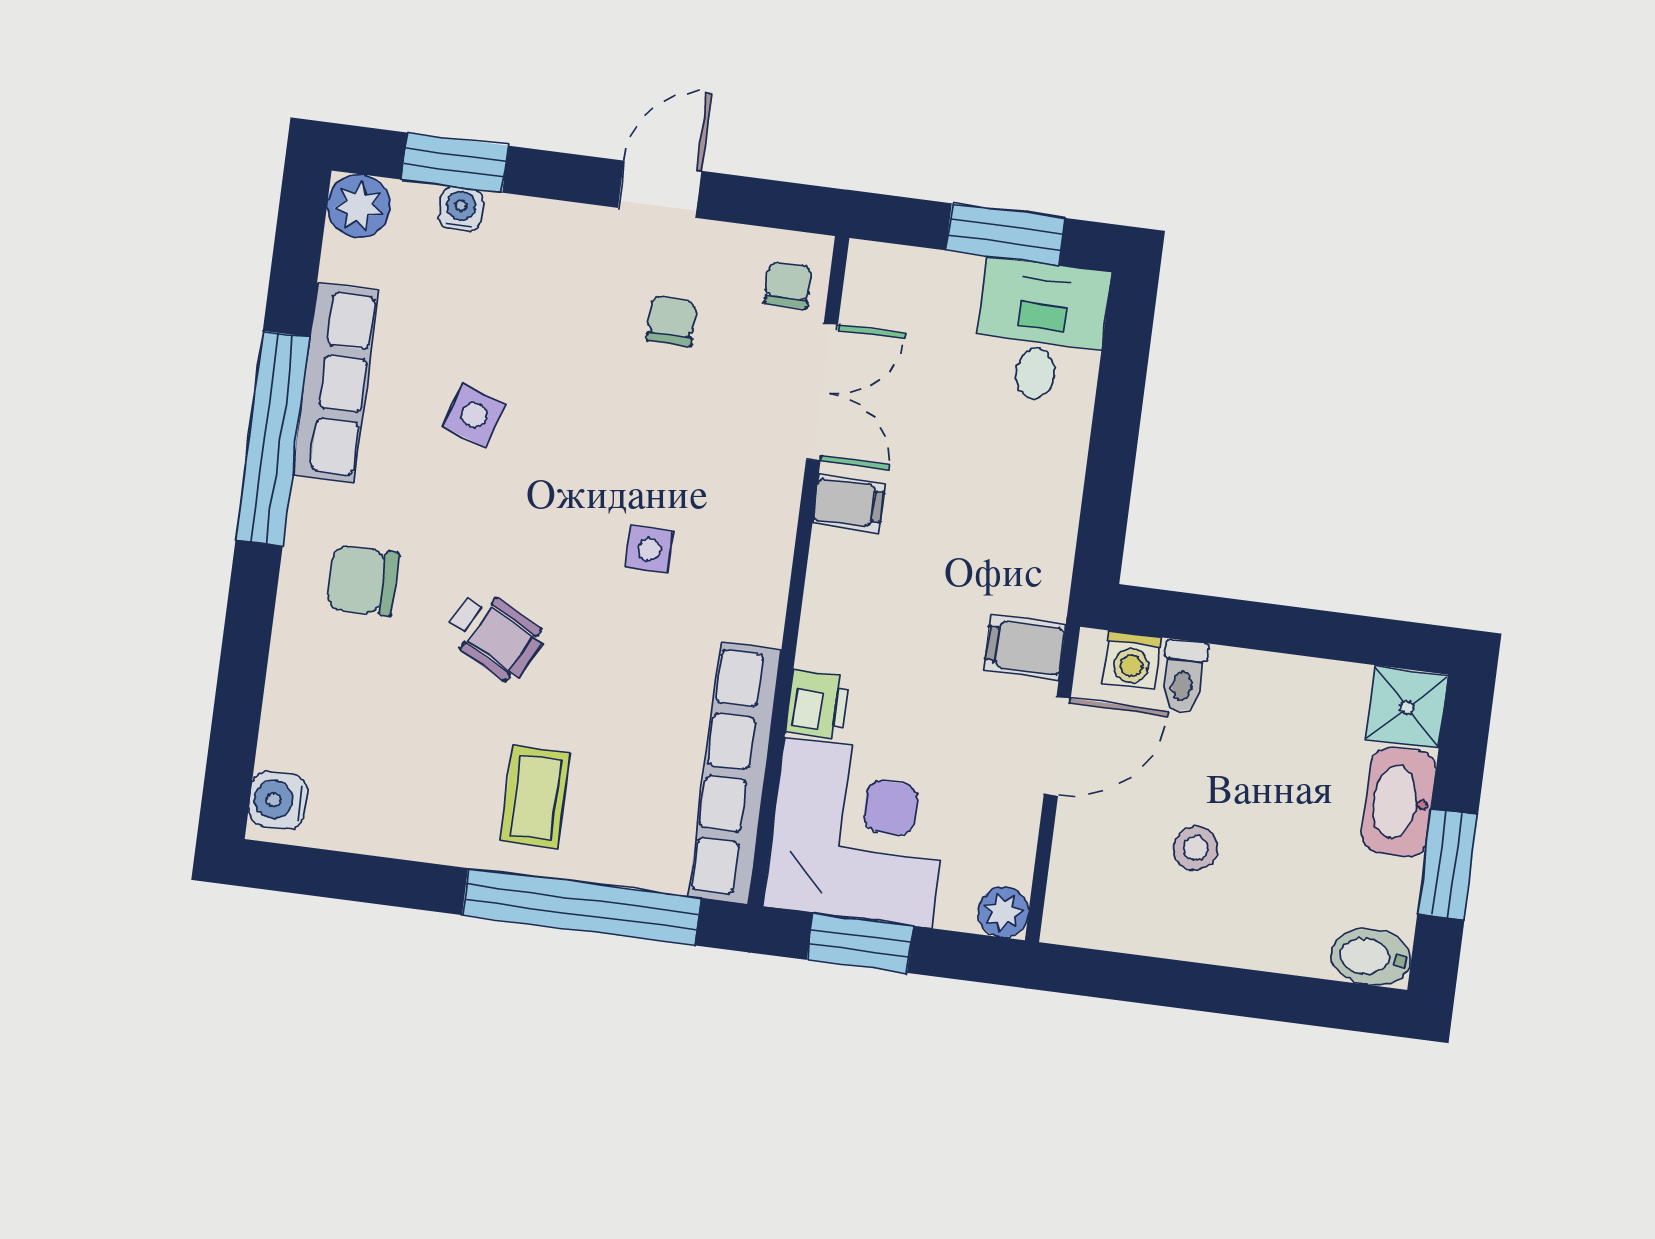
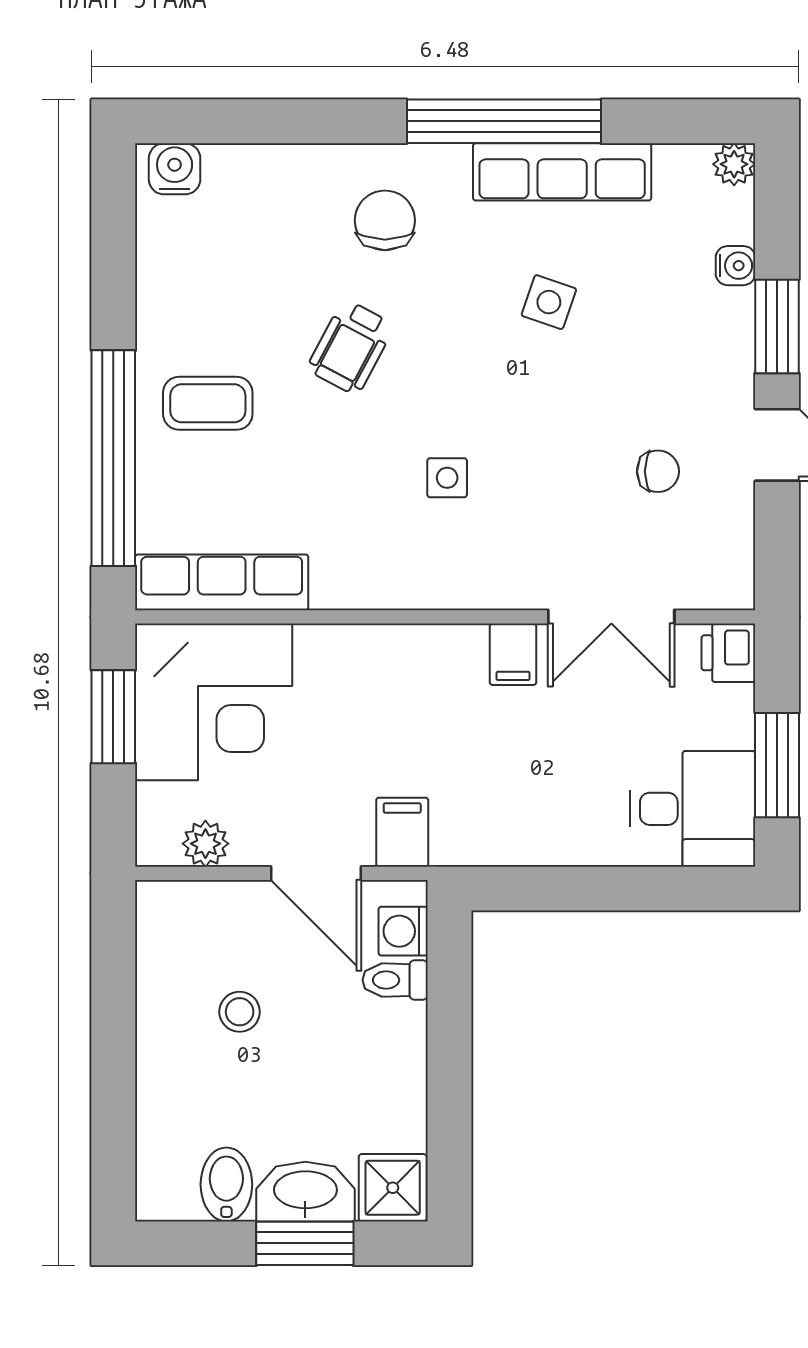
window: (455, 163) -> (777, 326), moved
plant: (359, 206) -> (734, 164), width x0.73, depth x0.73
chair: (788, 285) -> (705, 573), removed
printer: (818, 704) -> (728, 653), moved, turned 90
row of seats: (735, 773) -> (222, 582), width x0.73
window: (1448, 864) -> (305, 1243), moved
plant: (1003, 912) -> (205, 844), moved
bidet: (1371, 957) -> (226, 1184), moved

